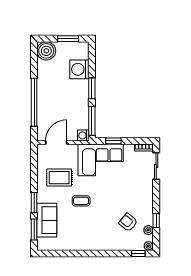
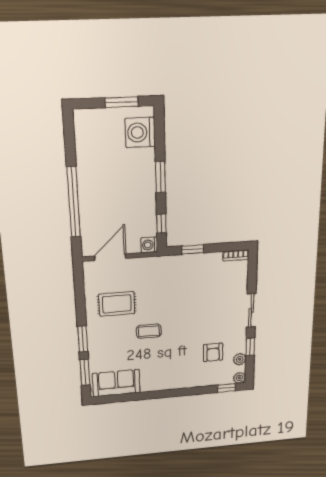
boiler: (46, 51) -> (88, 123), removed
washing machine: (79, 69) -> (140, 132), moved
window: (92, 121) -> (161, 224), width x0.46
corner sofa: (101, 160) -> (175, 276), removed
sliding door: (156, 166) -> (251, 310), moved
sofa: (47, 220) -> (116, 383), moved, turned -90
armchair: (128, 222) -> (213, 352), turned -129

